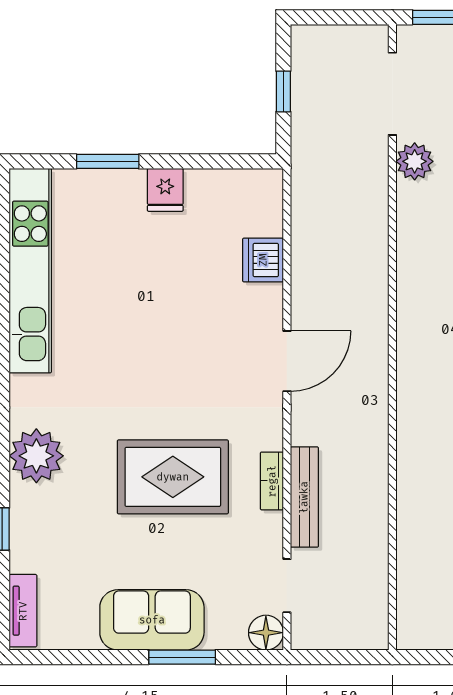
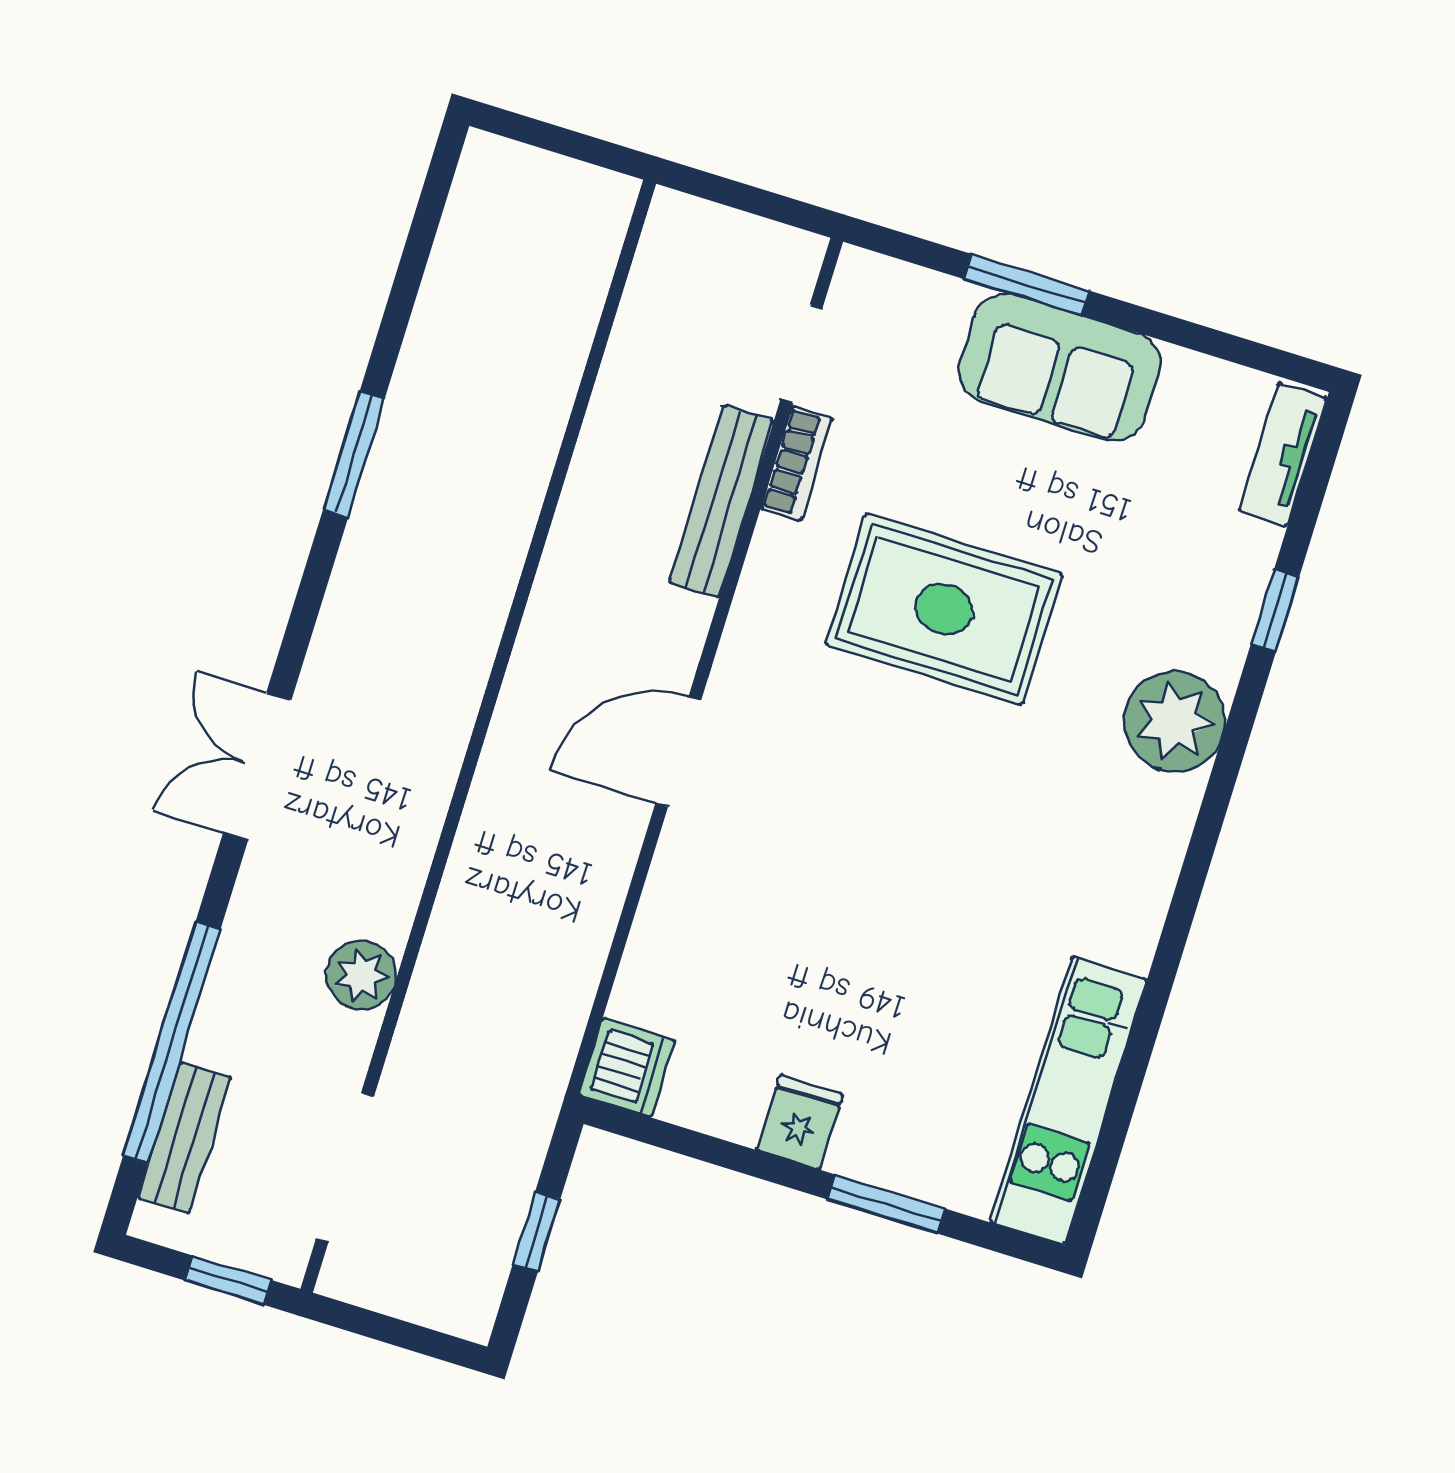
plant: (415, 161) -> (361, 975), moved
dishwasher: (263, 260) -> (627, 1068), moved
kitchen unit: (30, 271) -> (1068, 1101), width x0.73
bookcase: (272, 481) -> (797, 463), moved
floor lamp: (266, 633) -> (864, 282), removed

